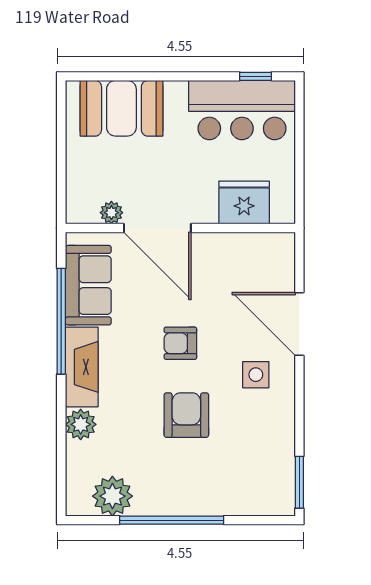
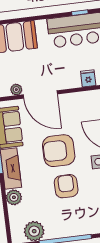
fridge: (244, 202) -> (88, 78), width x0.53, depth x0.75
armchair: (180, 343) -> (59, 151), width x1.88, depth x1.88

